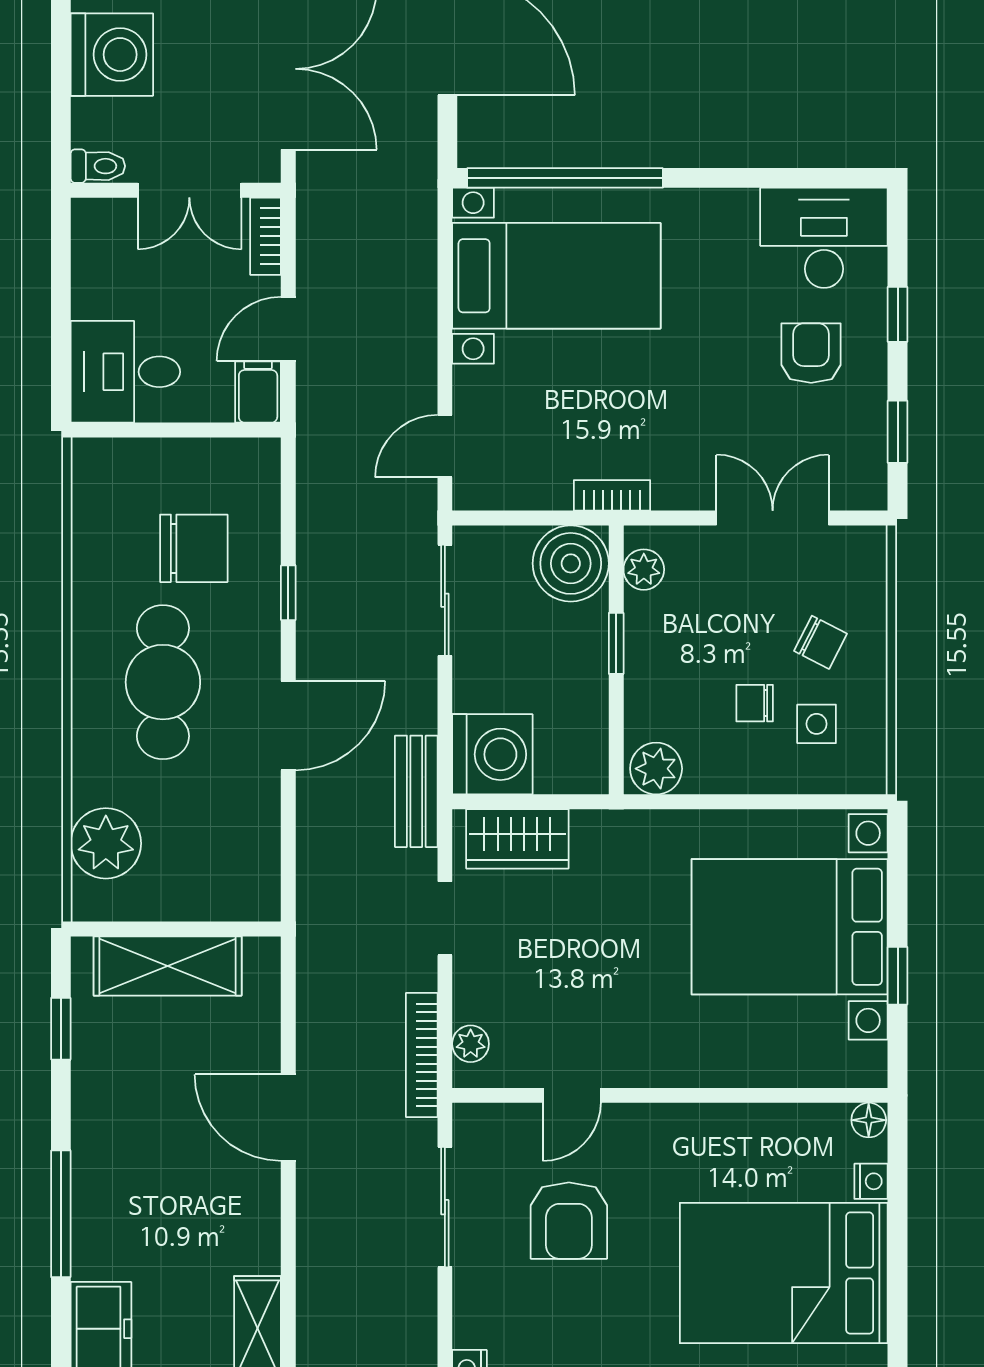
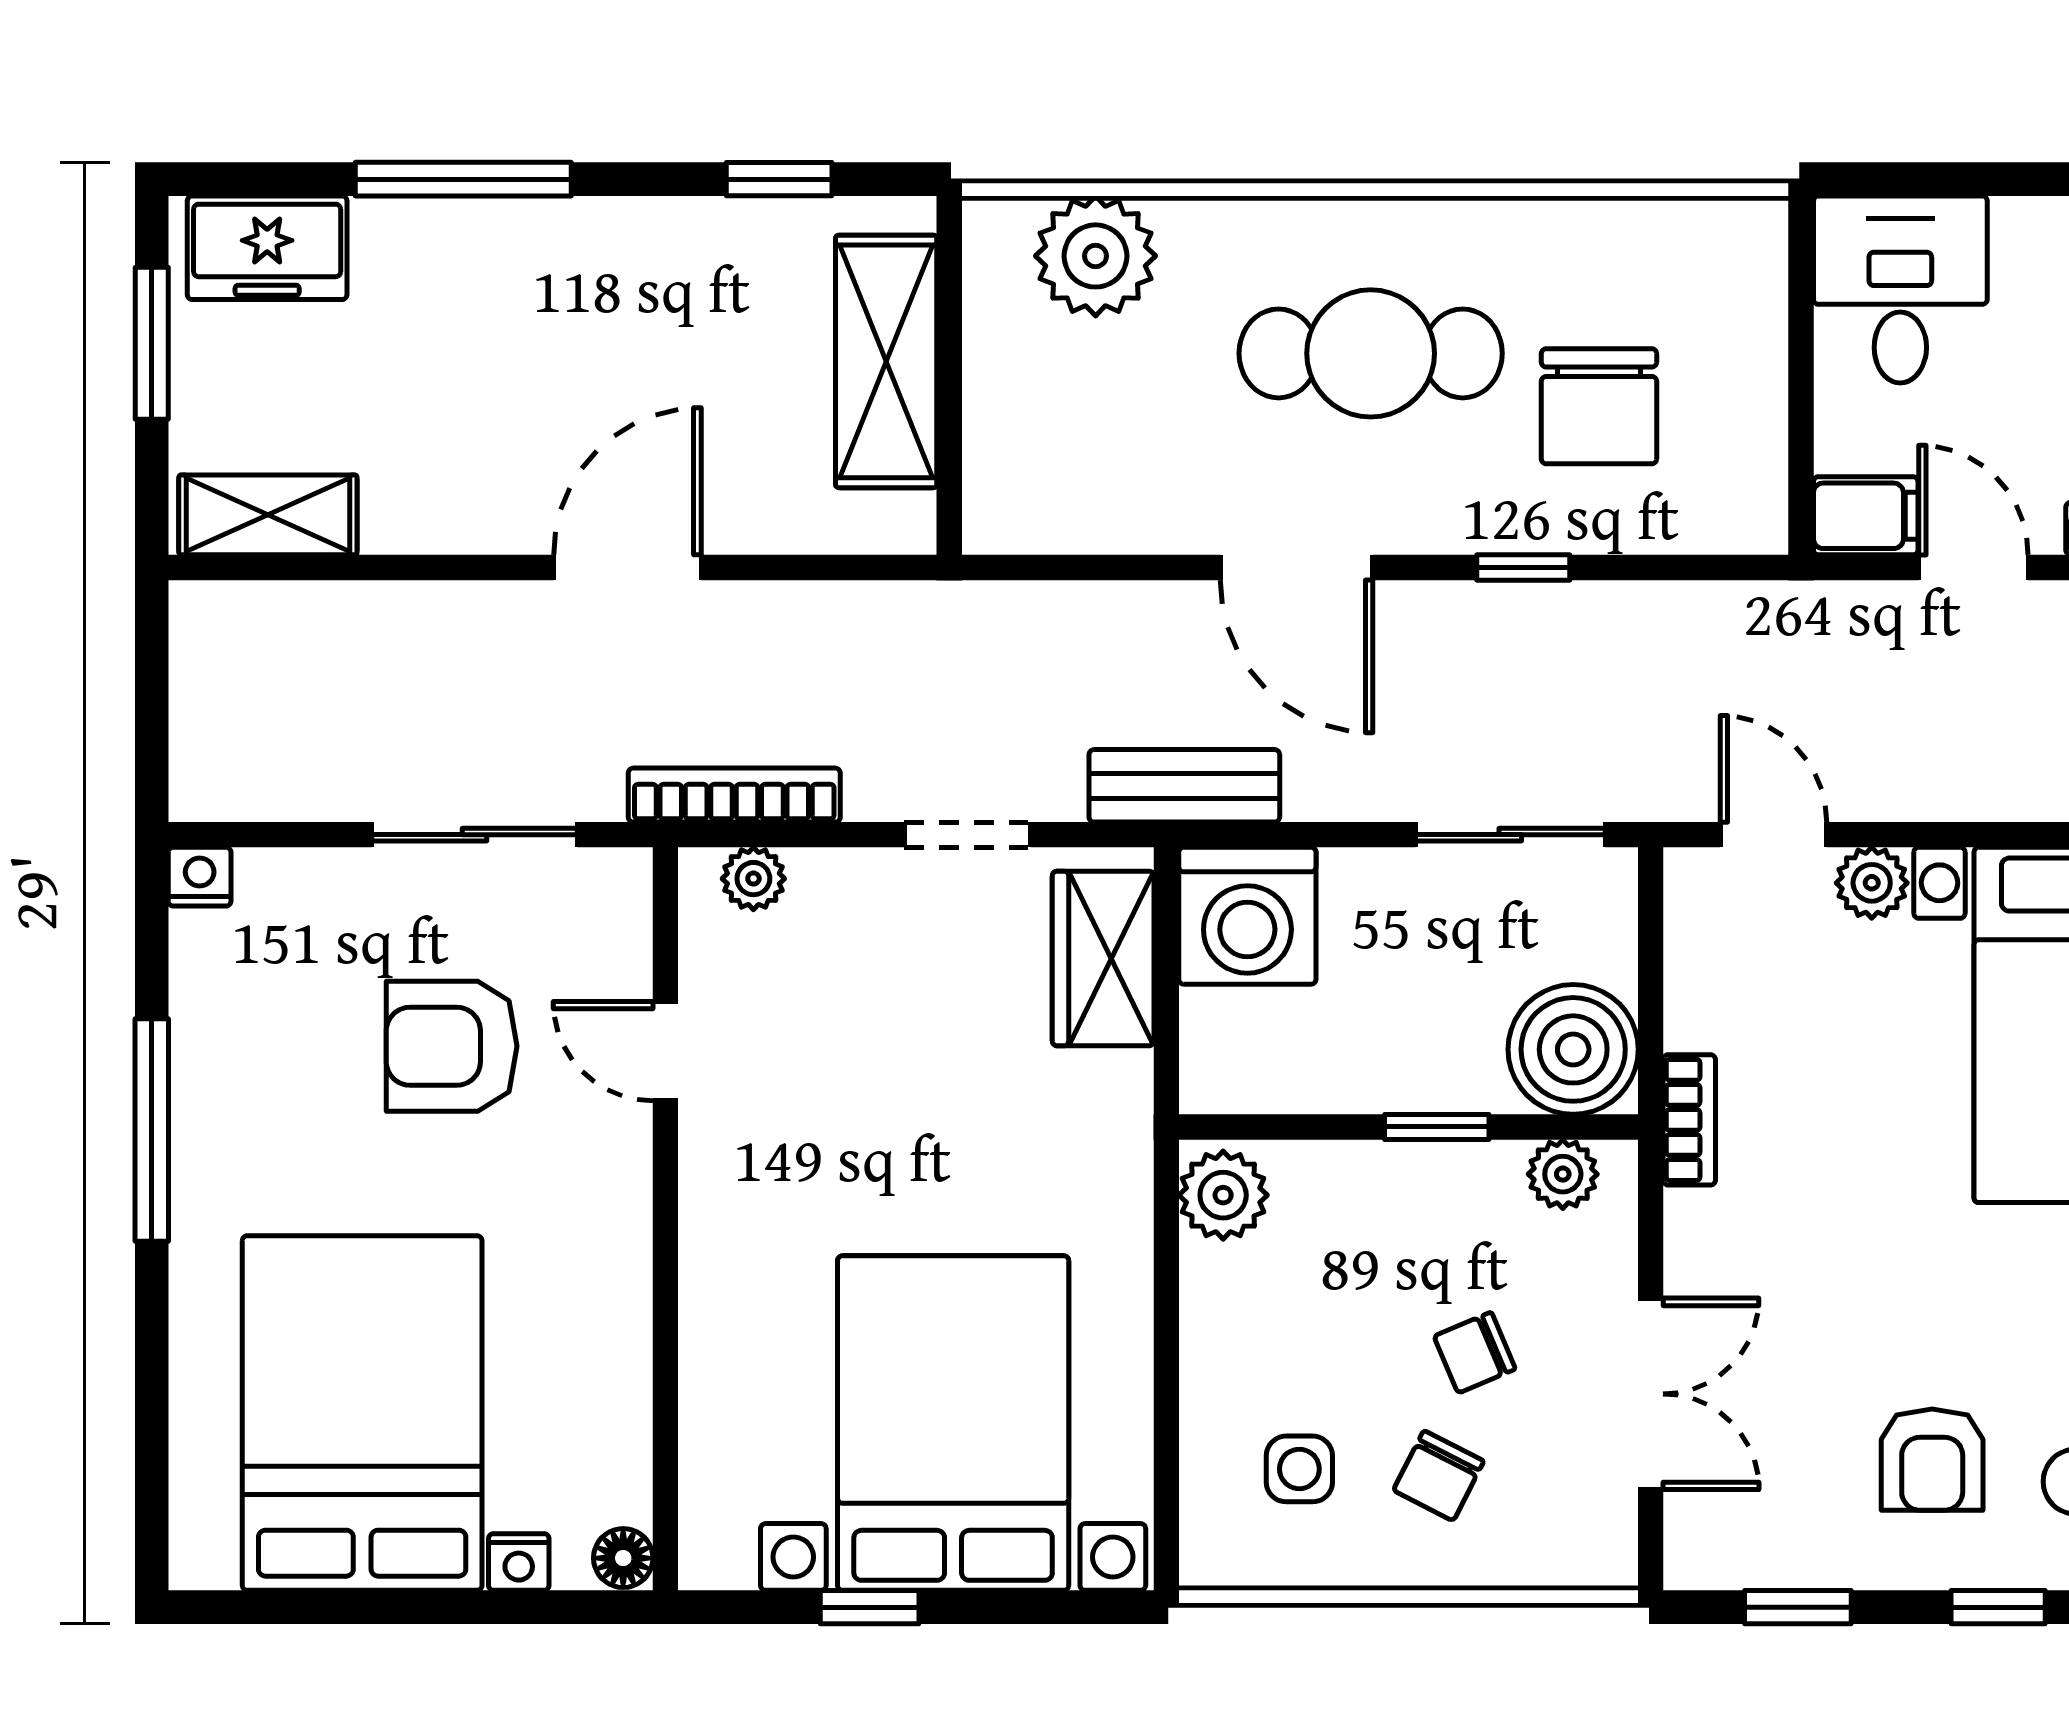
armchair: (811, 353) -> (1932, 1460), turned 90
plant: (473, 388) -> (1872, 883), added
chair: (755, 703) -> (1475, 1353), moved, turned -113

